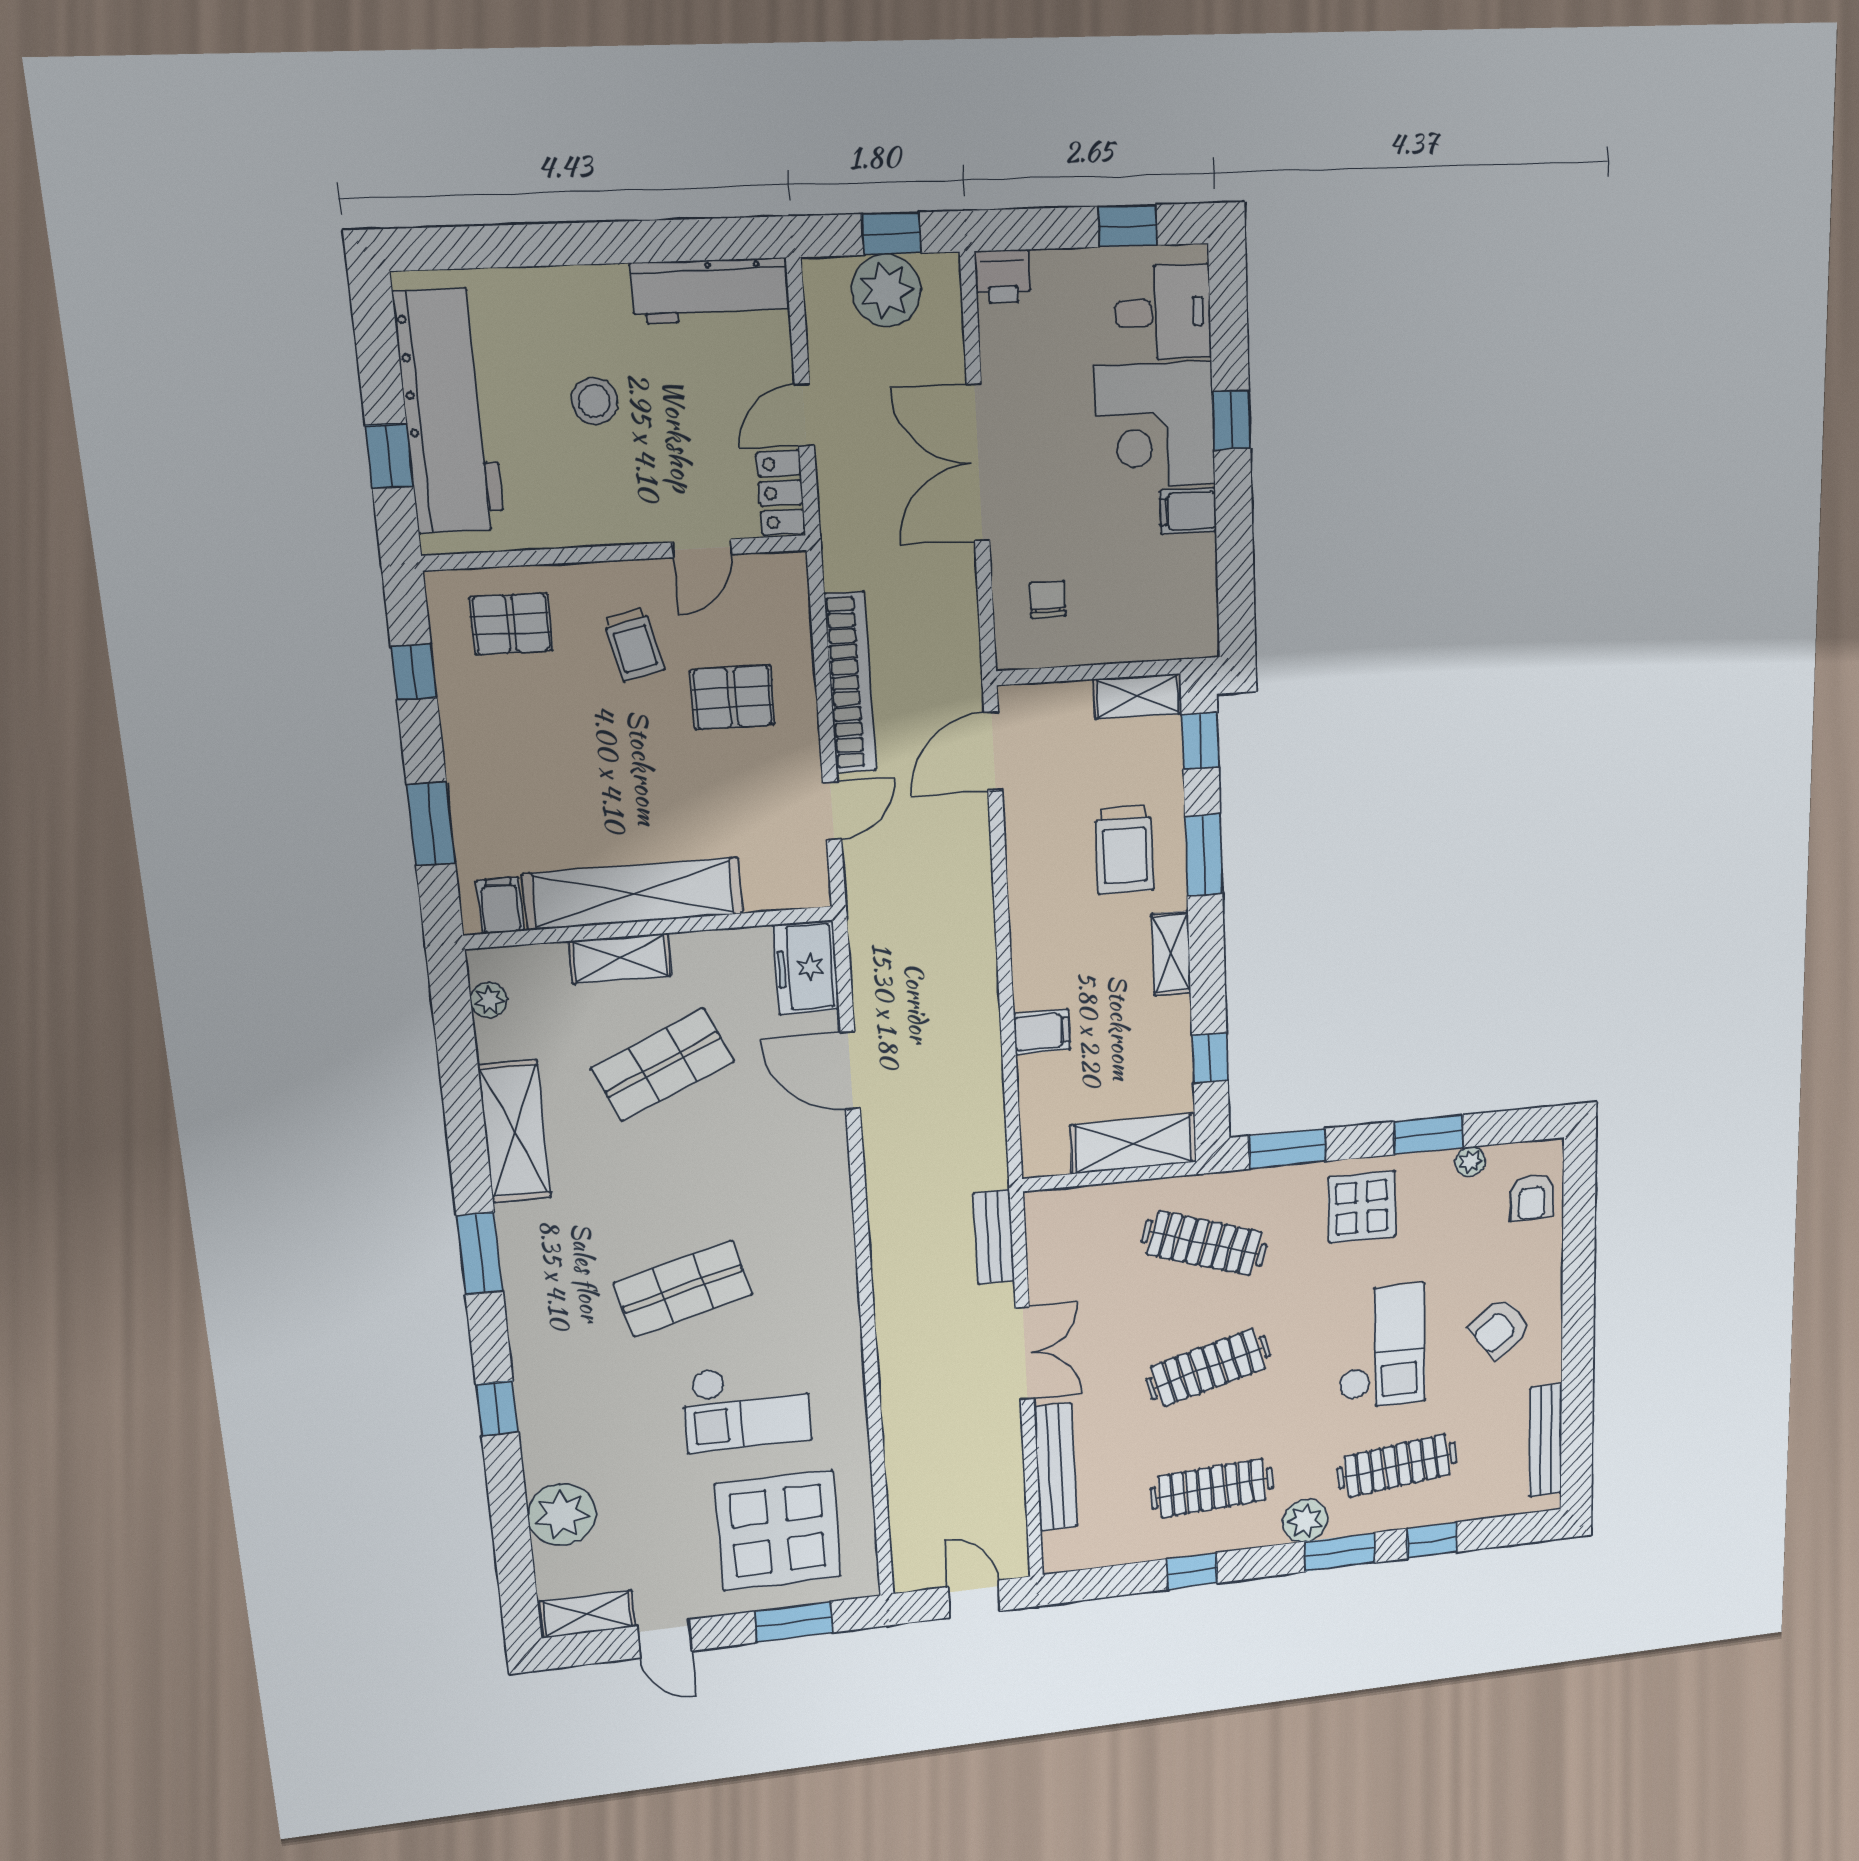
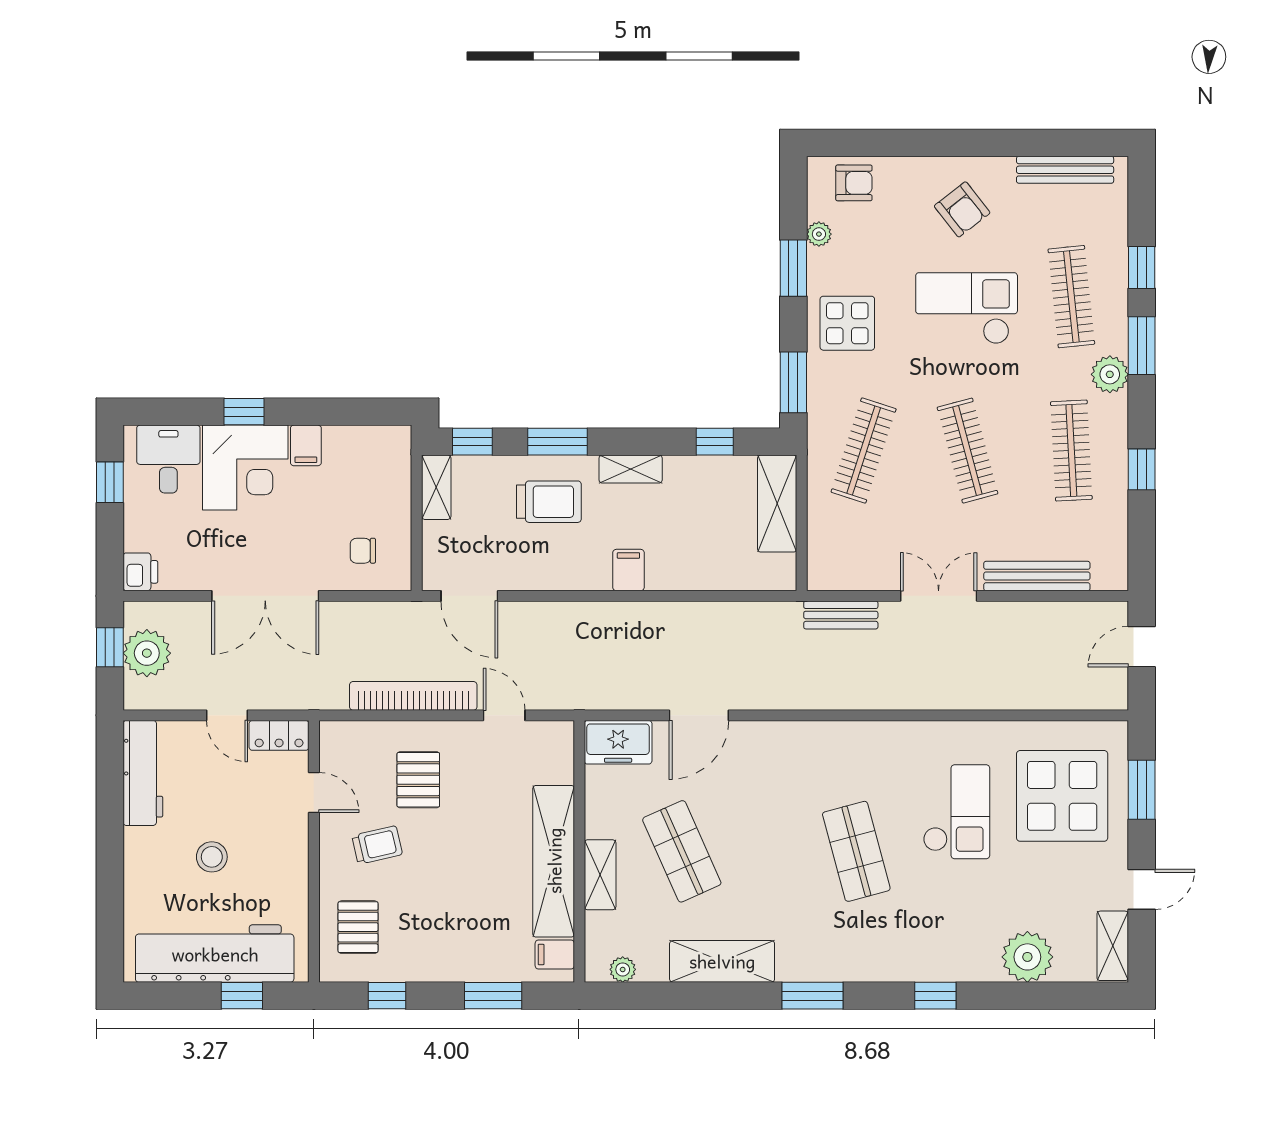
filing cabinet: (1042, 1032) -> (628, 570), moved

